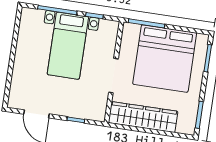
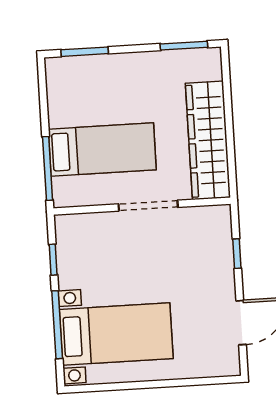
bed with nightstands: (68, 46) -> (116, 334), moved
bed: (165, 59) -> (102, 149), width x0.49

